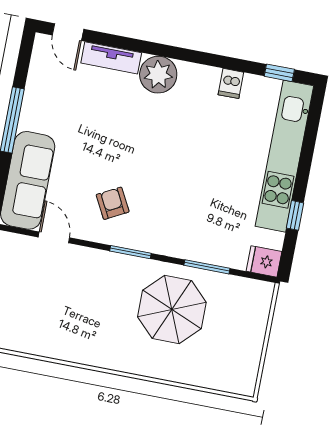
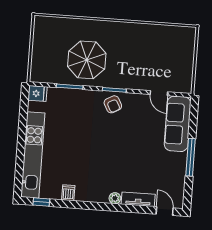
plant: (158, 75) -> (115, 198), width x0.53, depth x0.53
armchair: (113, 203) -> (113, 104), moved
window: (295, 215) -> (23, 122), removed

